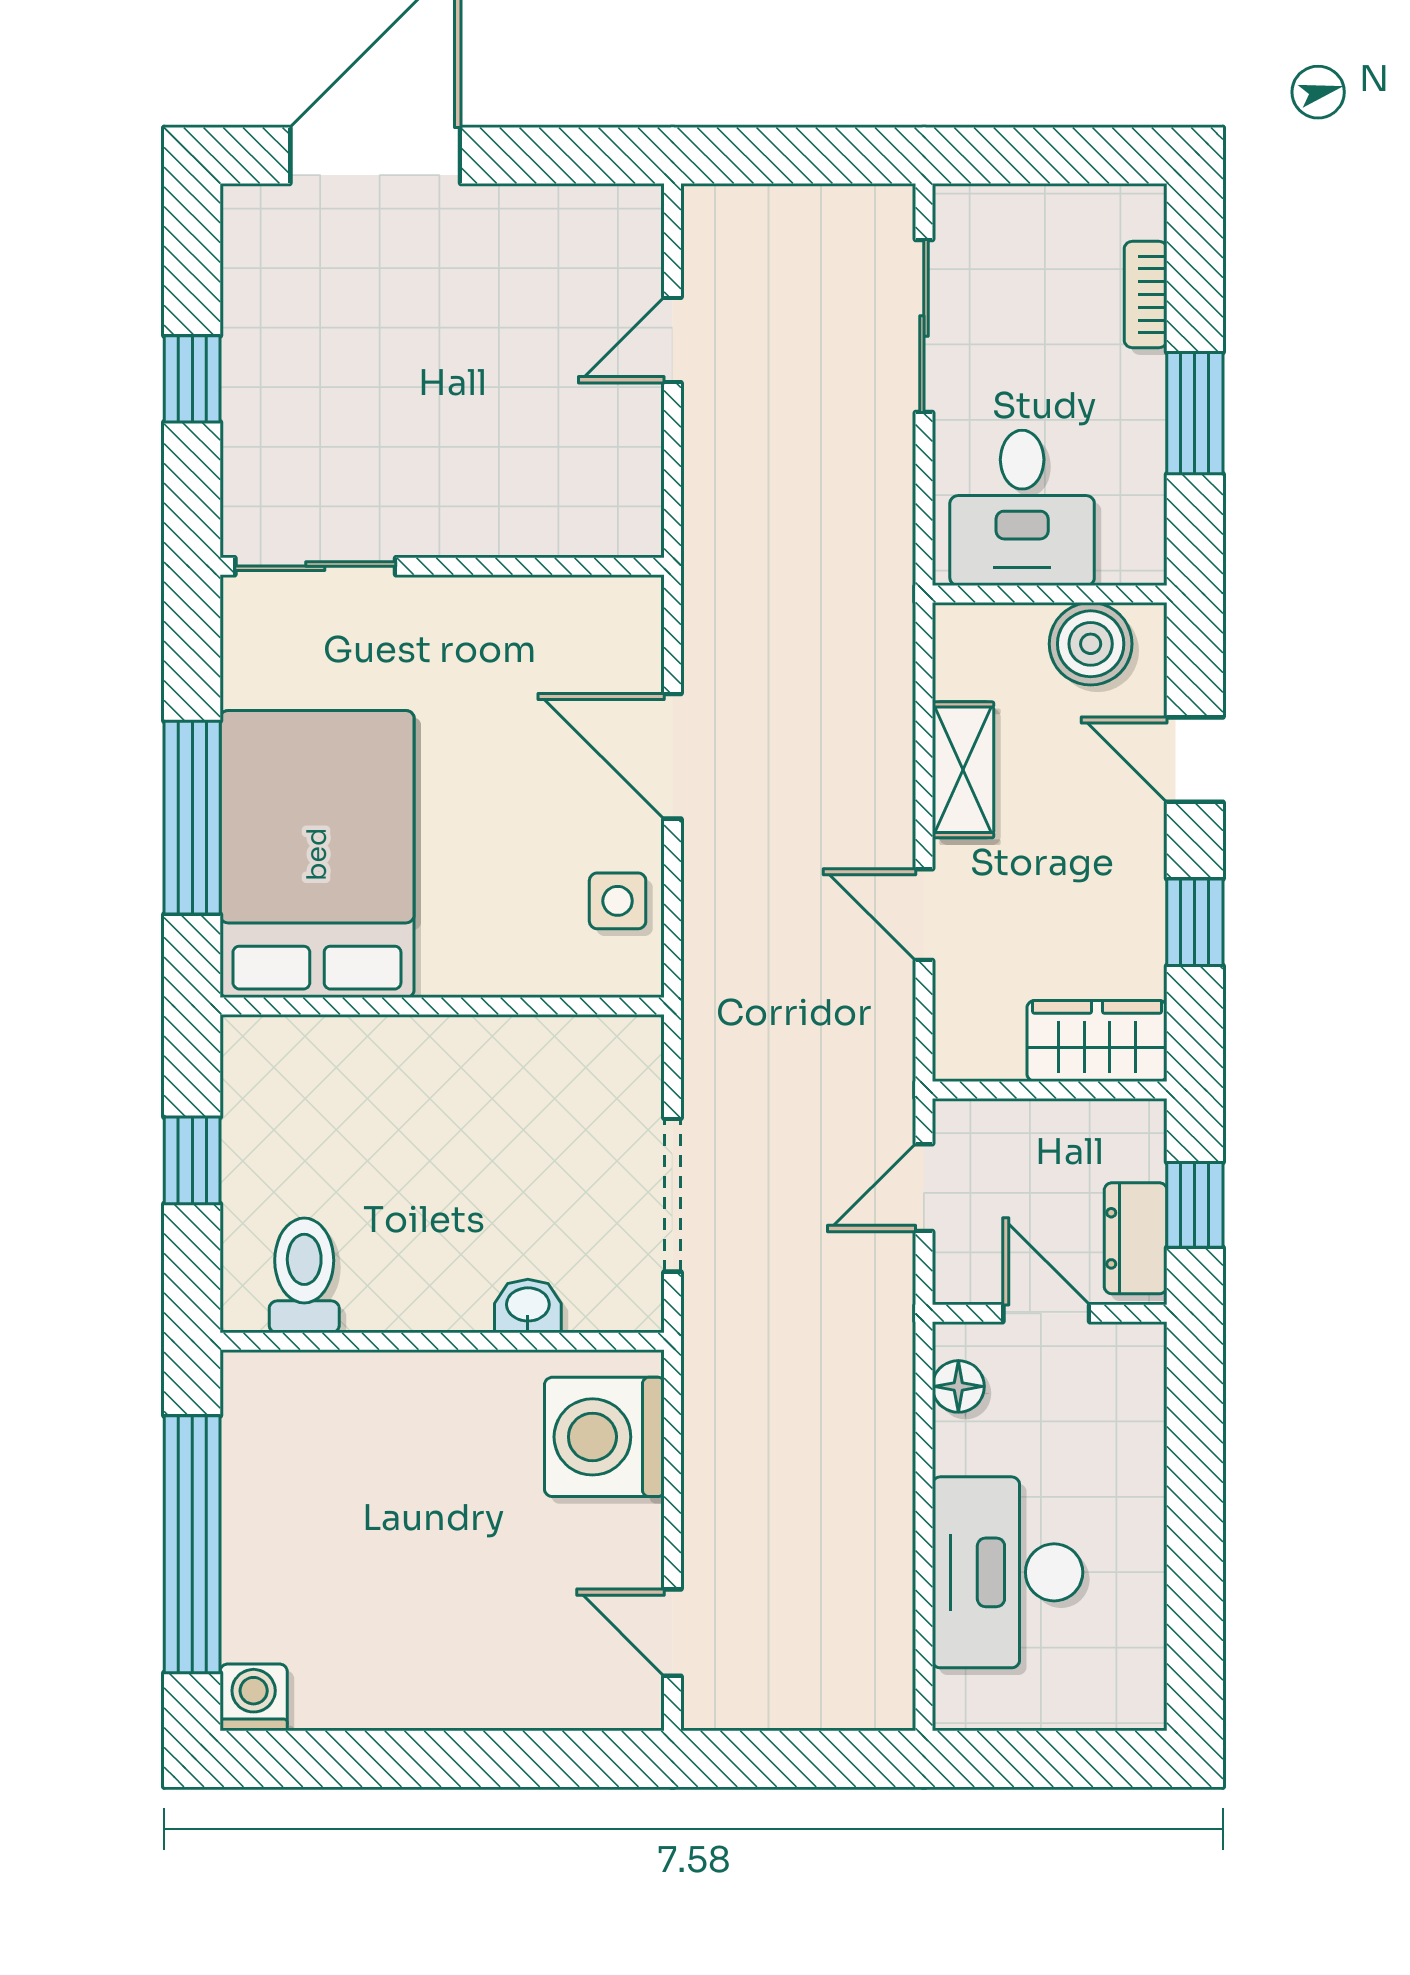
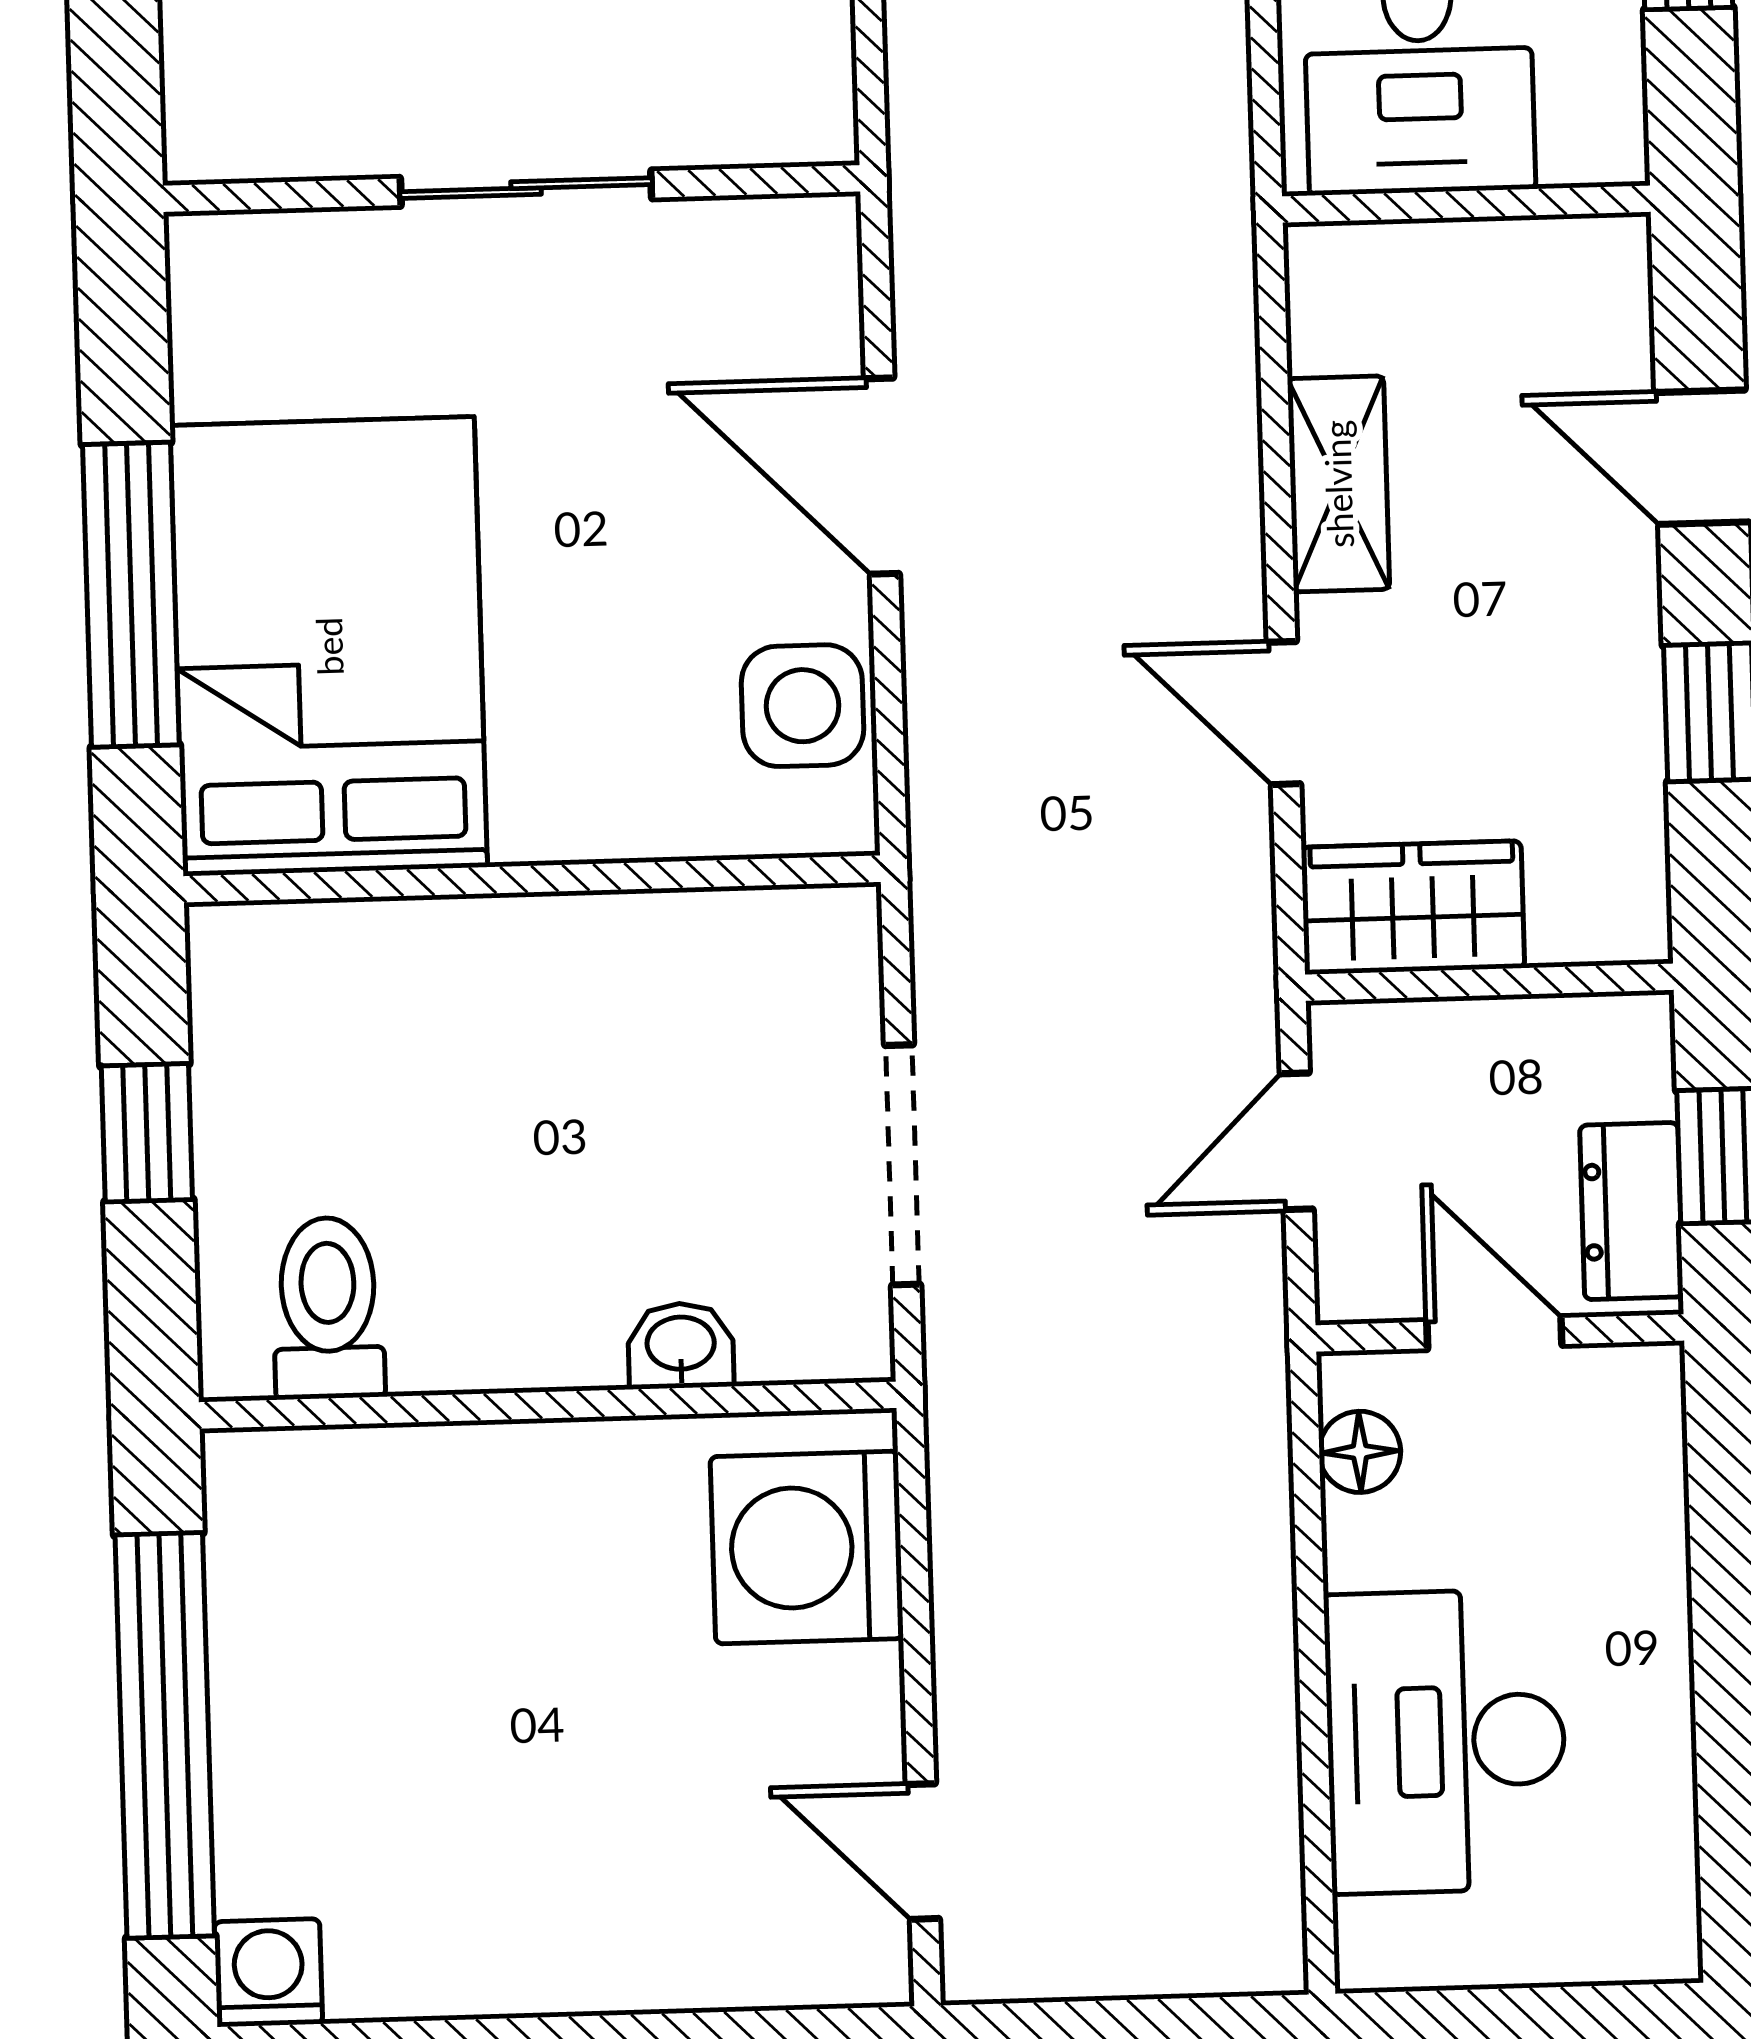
sliding door: (315, 566) -> (526, 188), moved
boiler: (1091, 644) -> (1533, 280), removed
side table: (618, 901) -> (803, 706), width x1.37, depth x1.37
wardrobe: (1097, 1041) -> (1413, 908), moved

